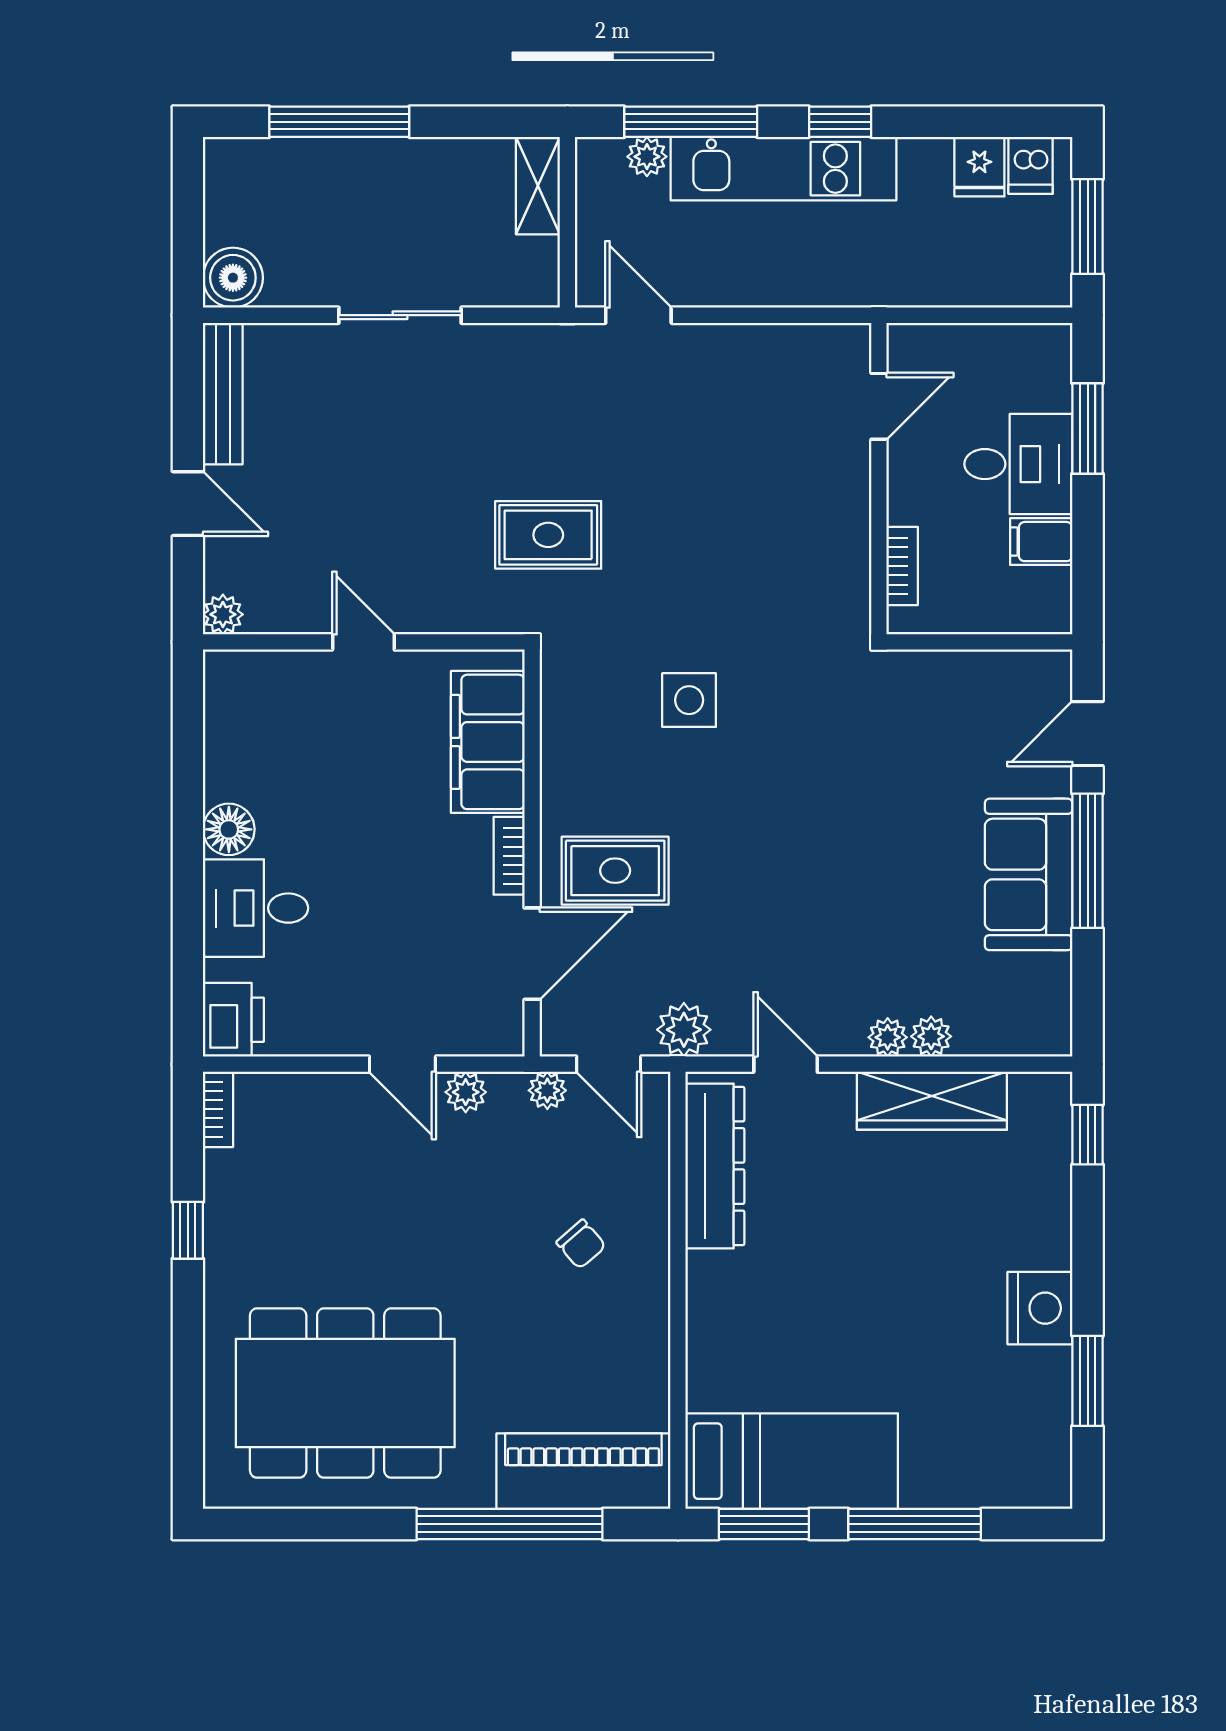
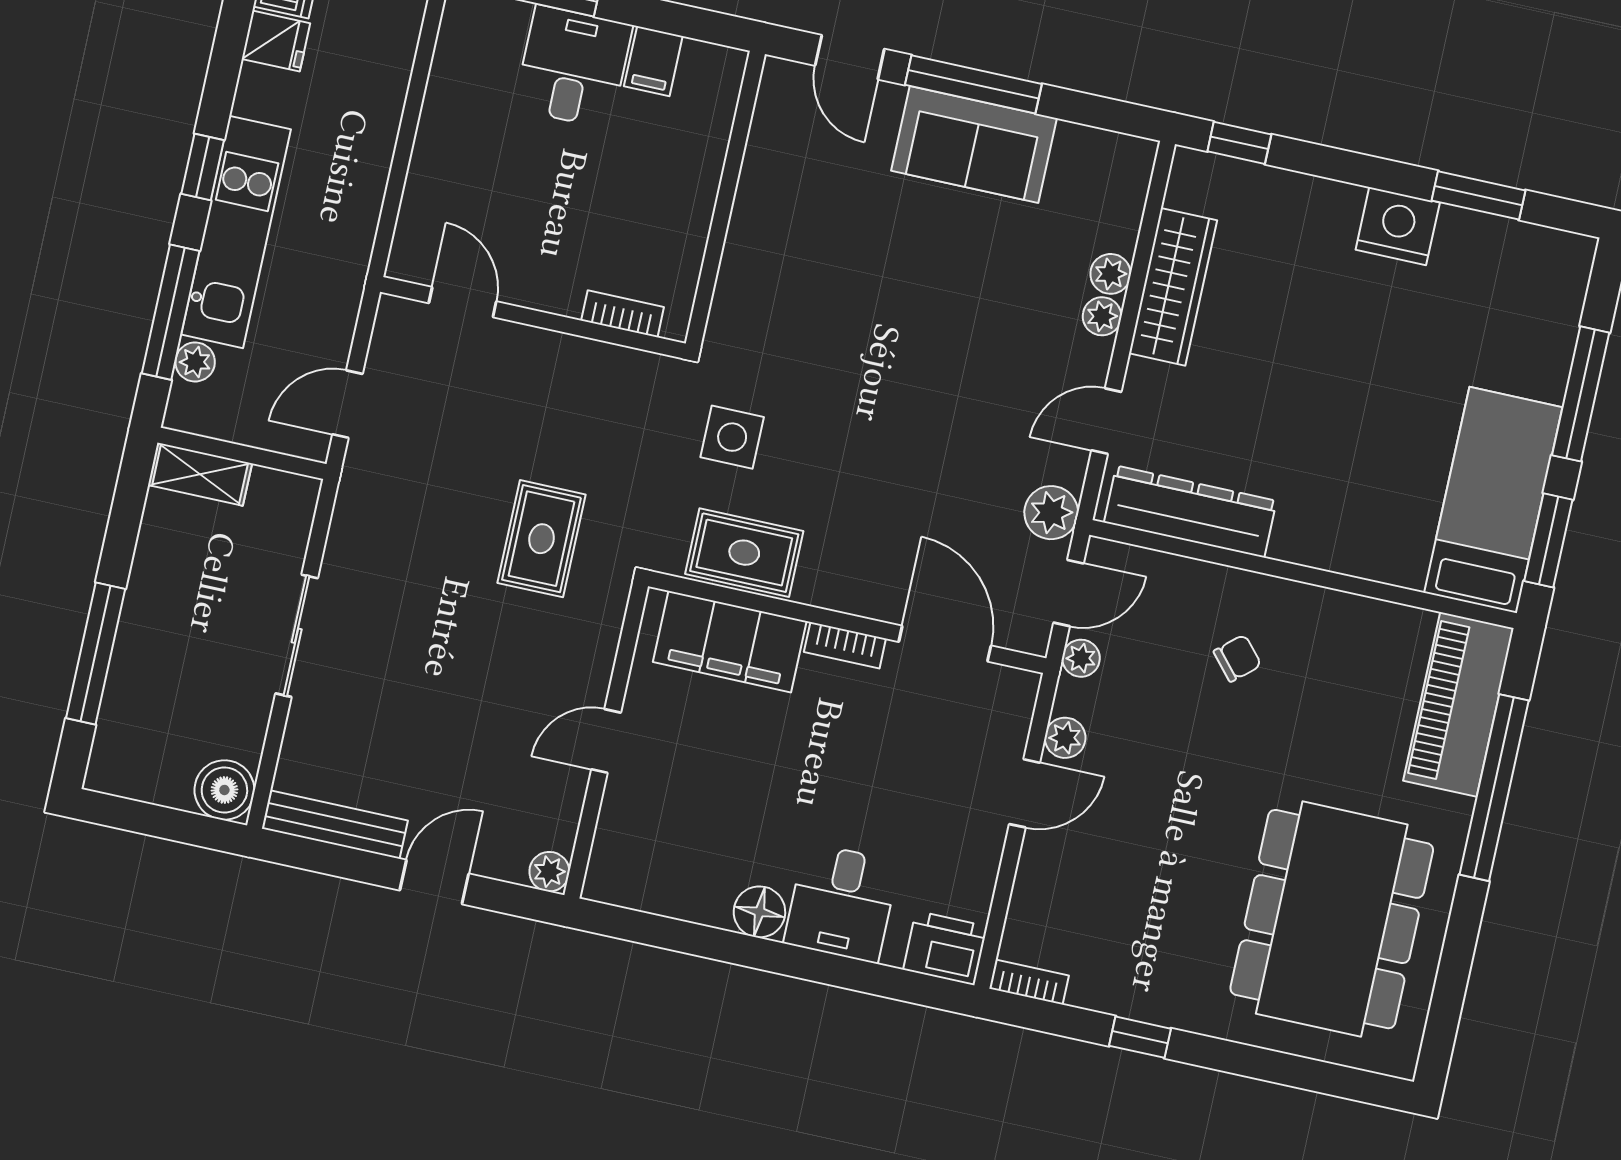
door: (879, 406) -> (463, 302), moved
wall: (879, 479) -> (533, 318), moved
bookcase: (902, 566) -> (623, 314), moved
rug: (615, 871) -> (744, 553), moved, turned 90

